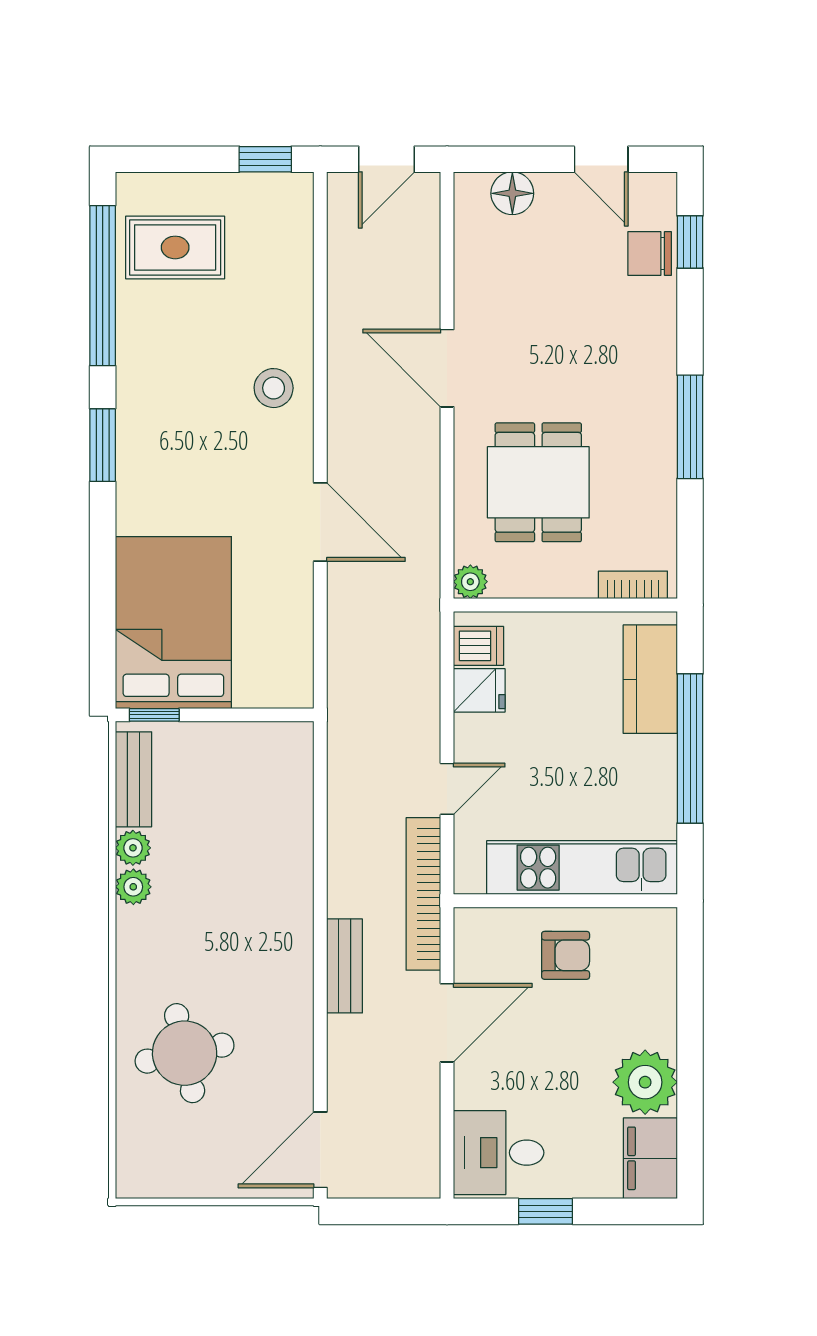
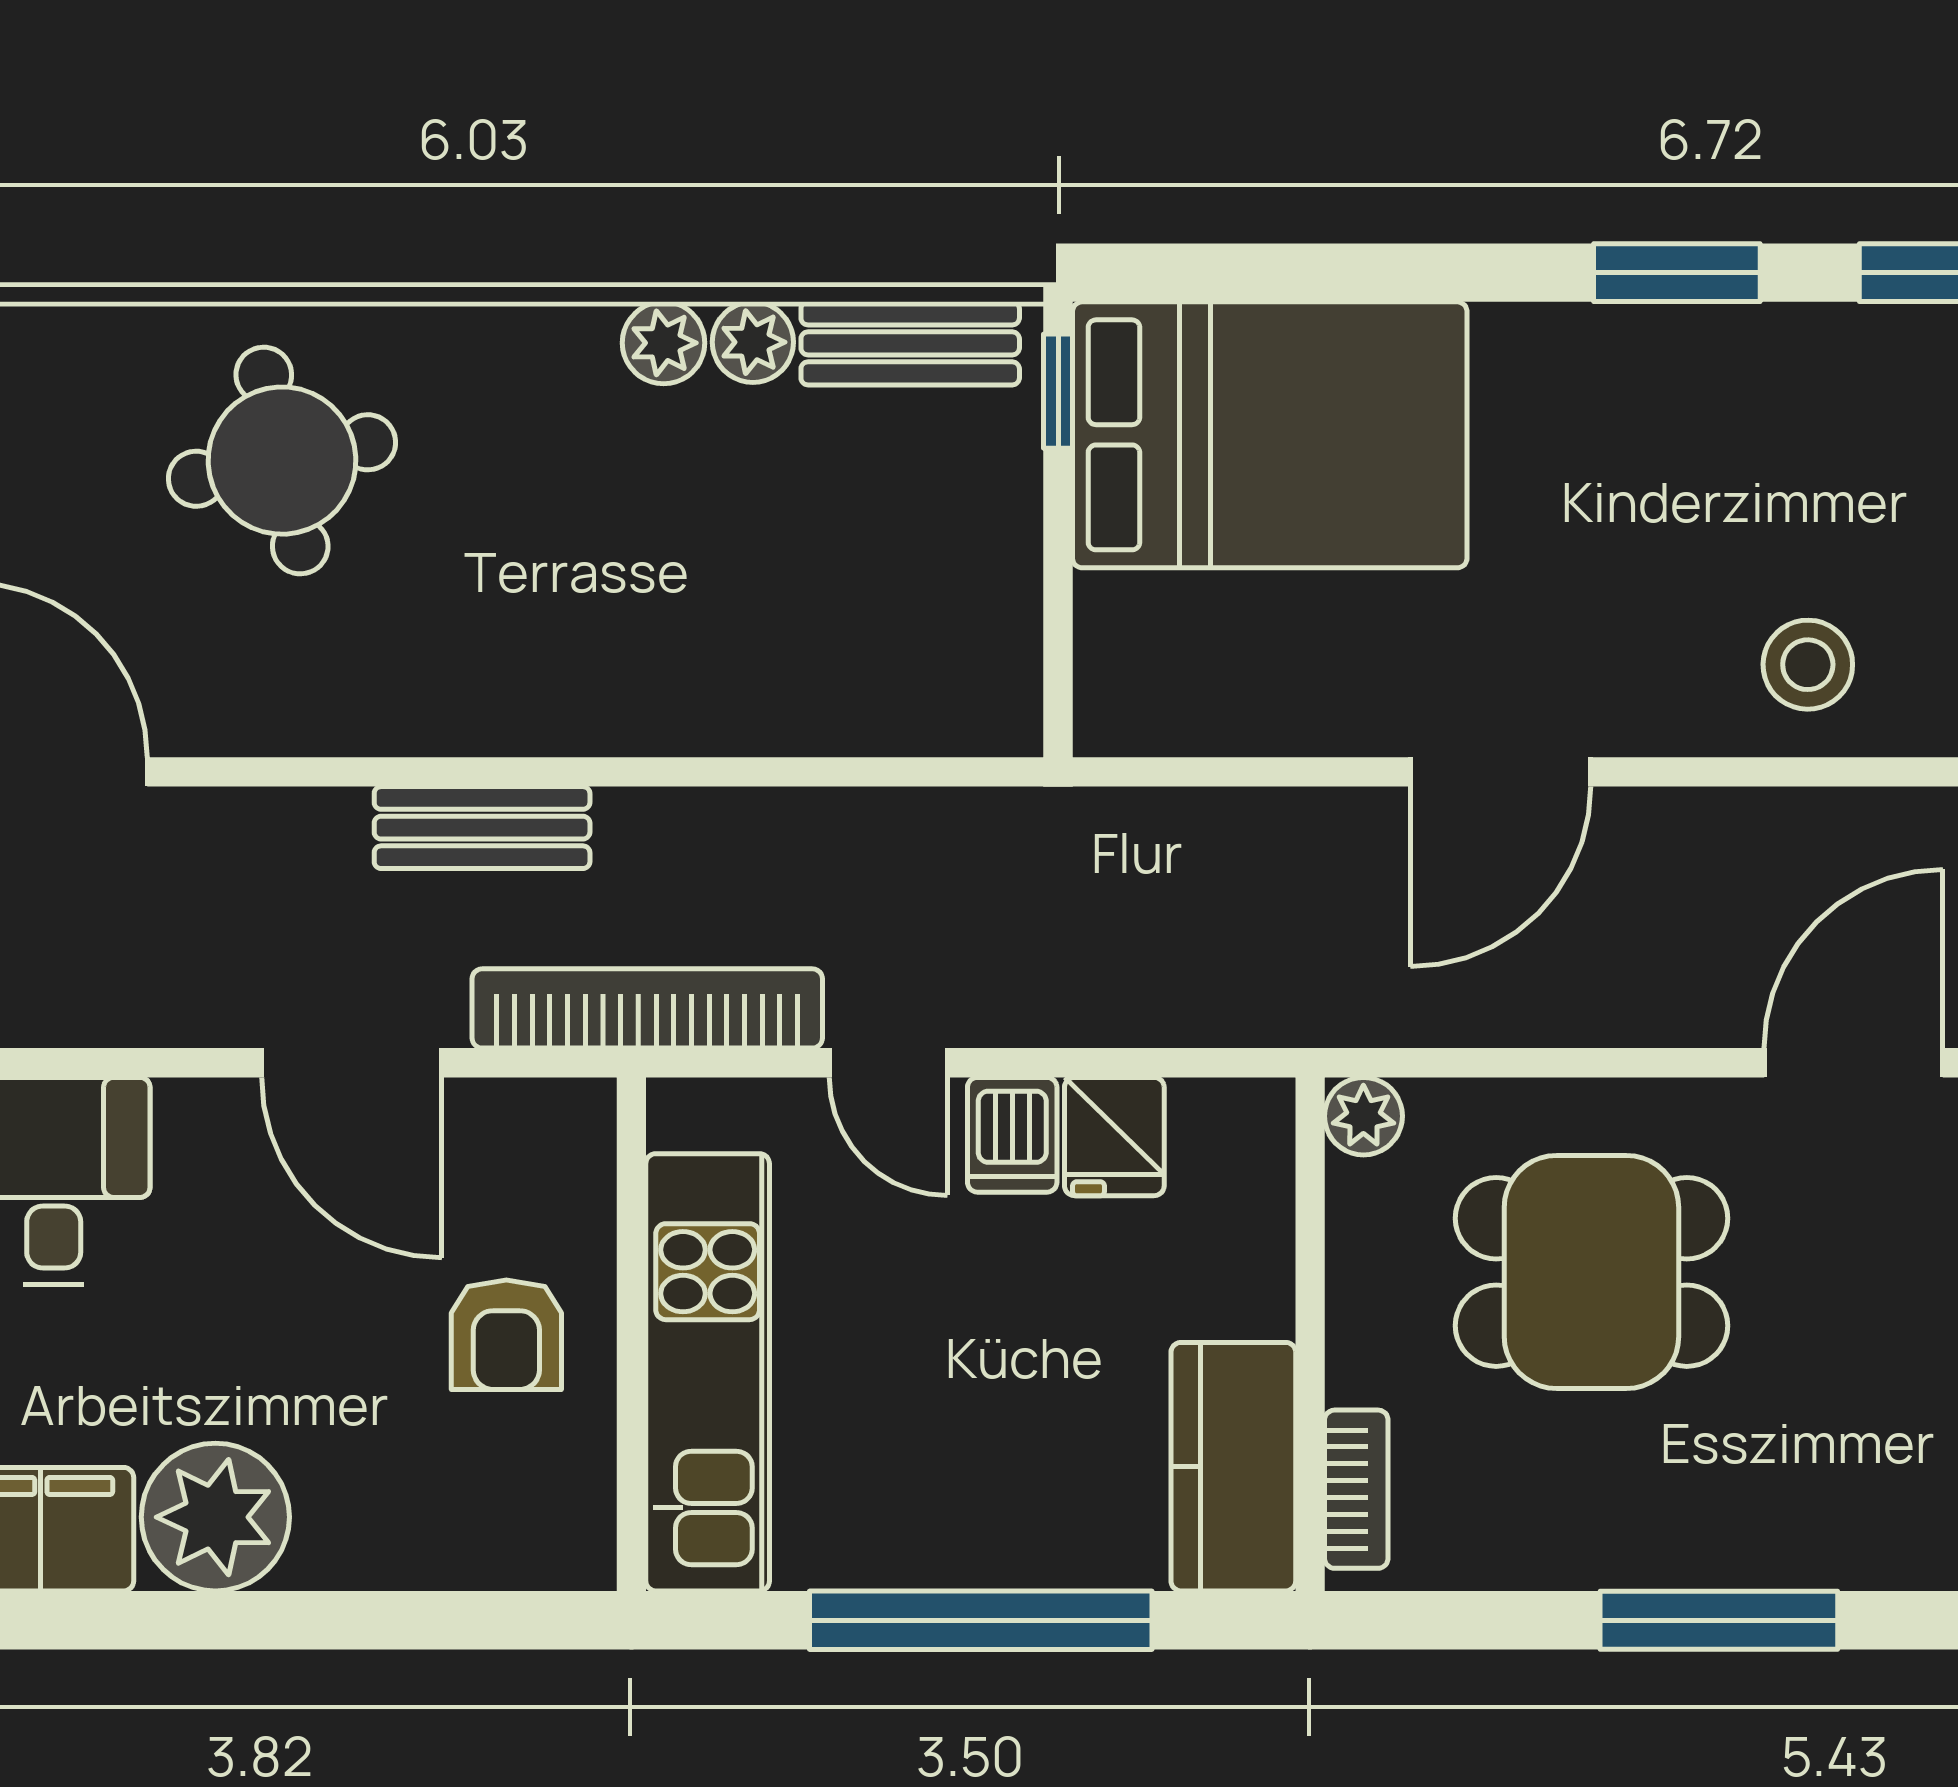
dishwasher: (478, 646) -> (1012, 1135), moved
kitchen counter: (650, 679) -> (1233, 1467), moved, turned -90

